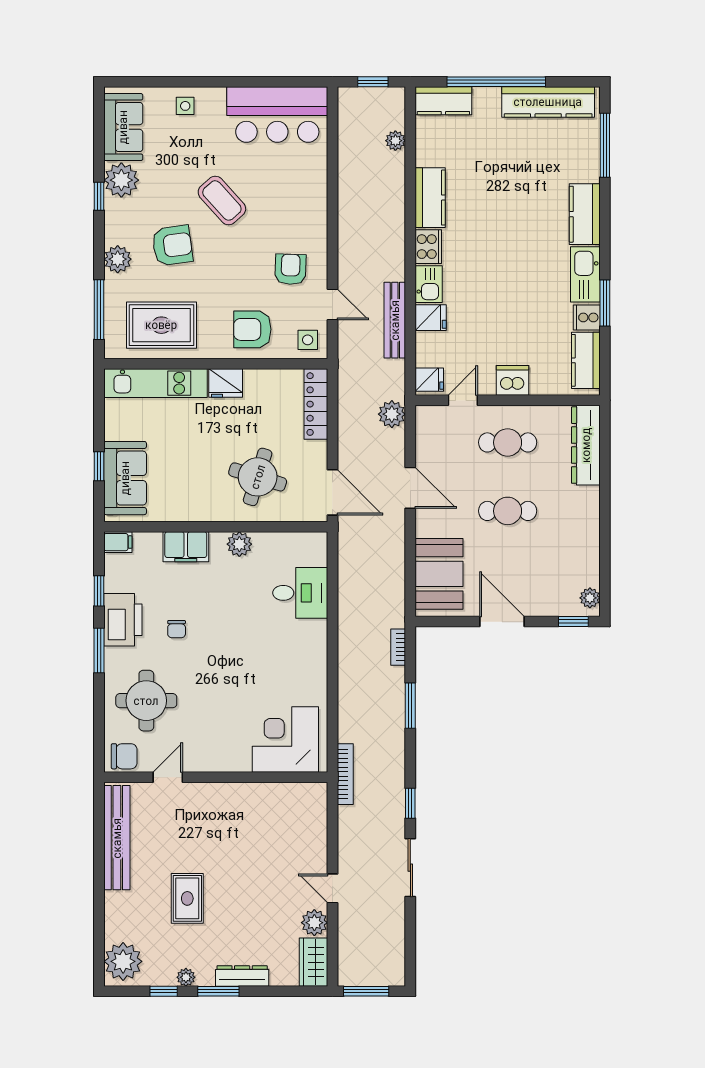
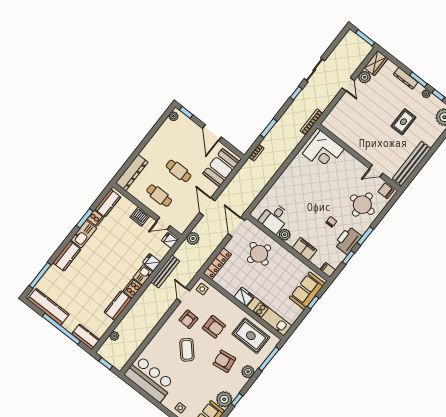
coffee table: (222, 200) -> (187, 350), moved
armchair: (252, 329) -> (214, 327), moved
desk: (300, 593) -> (274, 218), moved, turned -90

